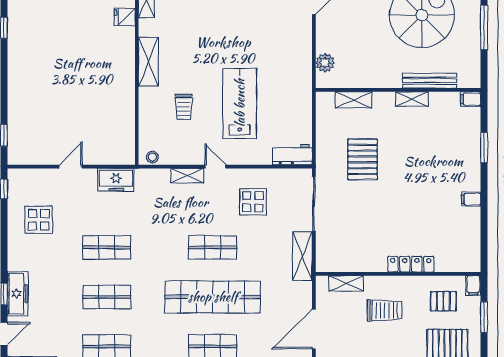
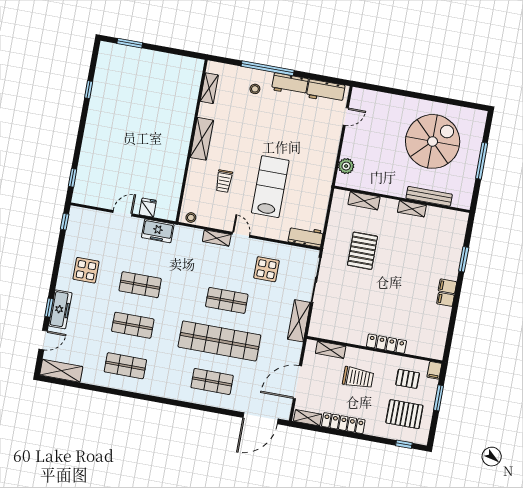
fridge: (125, 17) -> (148, 208), moved, turned 90
filing cabinet: (471, 99) -> (447, 286), moved
display table: (39, 220) -> (86, 270), moved

